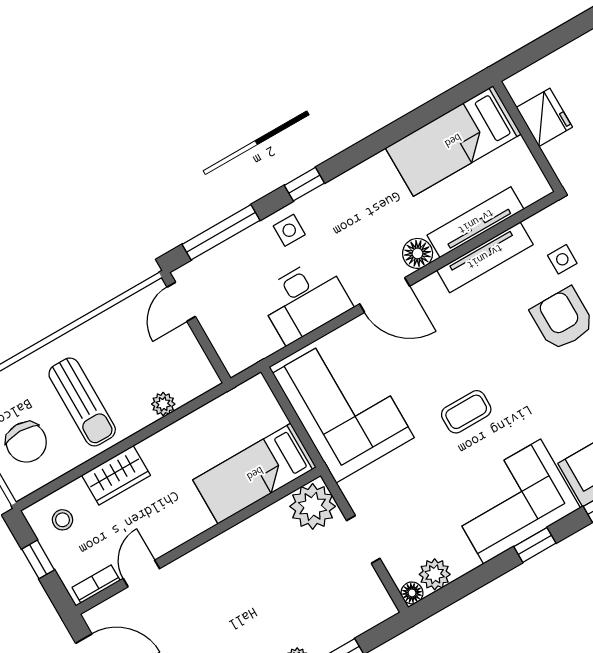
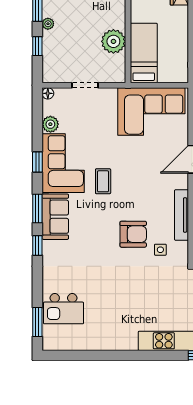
coffee table: (466, 412) -> (103, 181), moved
plant: (313, 506) -> (113, 41), moved
plant: (435, 574) -> (50, 124), moved

